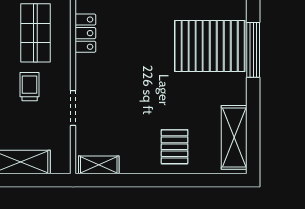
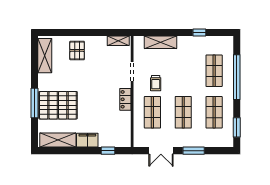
locker: (85, 33) -> (125, 99), moved

